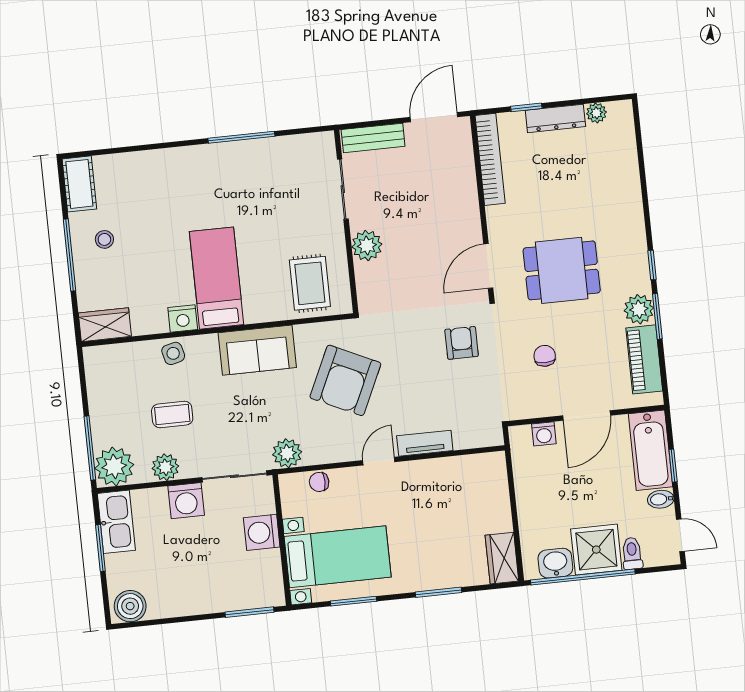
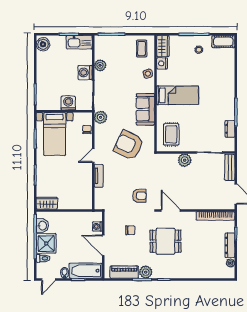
dresser: (282, 147) -> (230, 129), added
dining table: (562, 270) -> (166, 241), turned 90
rug: (310, 283) -> (171, 134), turned 90
nightstand: (183, 318) -> (162, 63), moved
coffee table: (172, 415) -> (142, 49), moved
door: (379, 461) -> (93, 156), swing flipped
plant: (114, 466) -> (103, 44), removed

